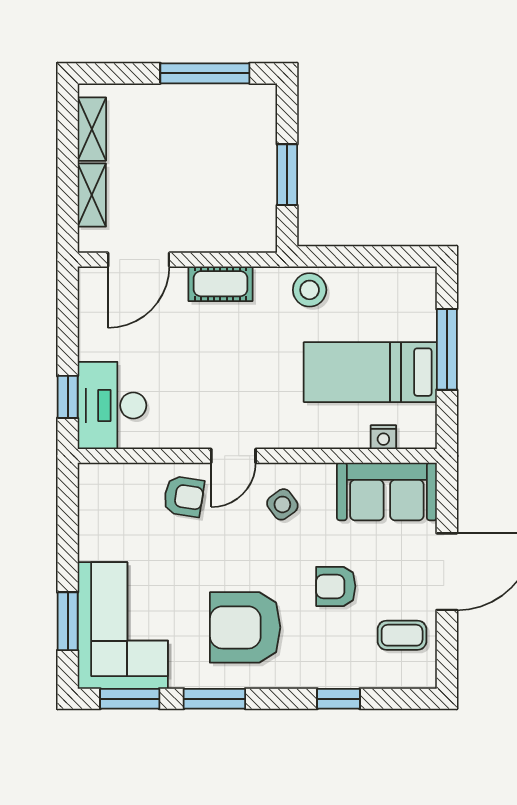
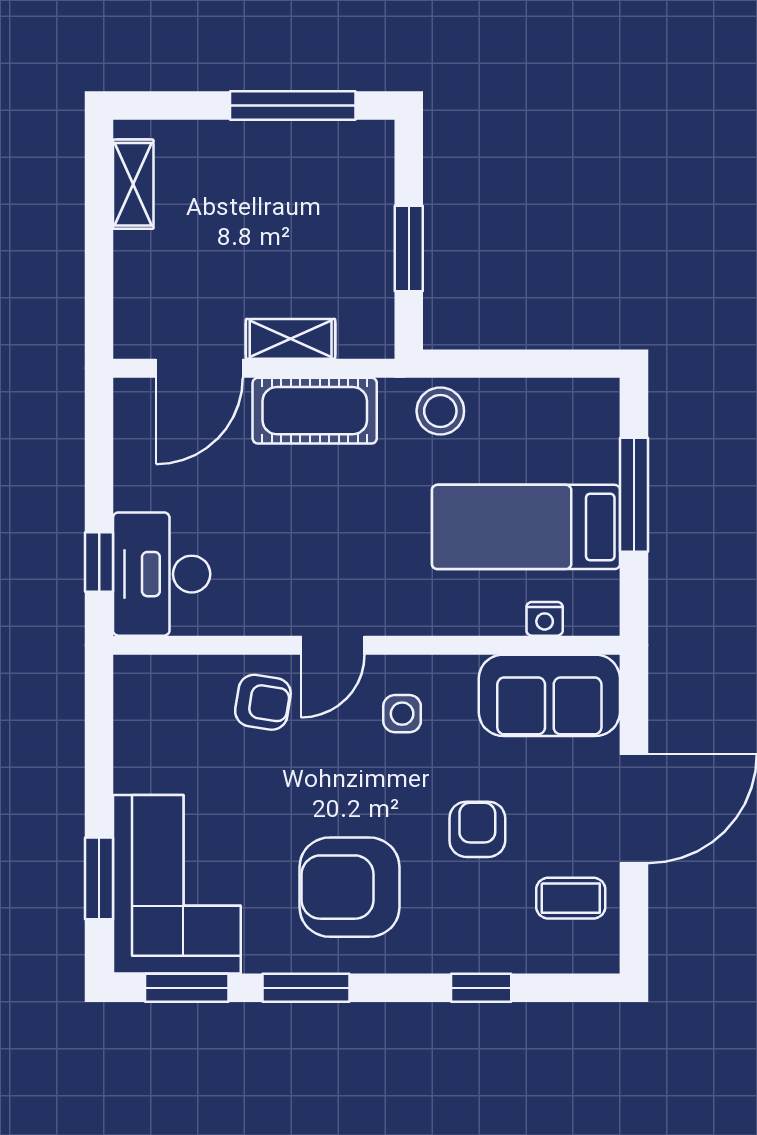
shelving: (92, 195) -> (291, 339), moved, turned 90
cot: (220, 284) -> (315, 411), width x1.37, depth x1.34
side table: (282, 504) -> (402, 714), turned 36
armchair: (336, 586) -> (477, 829), turned 90

